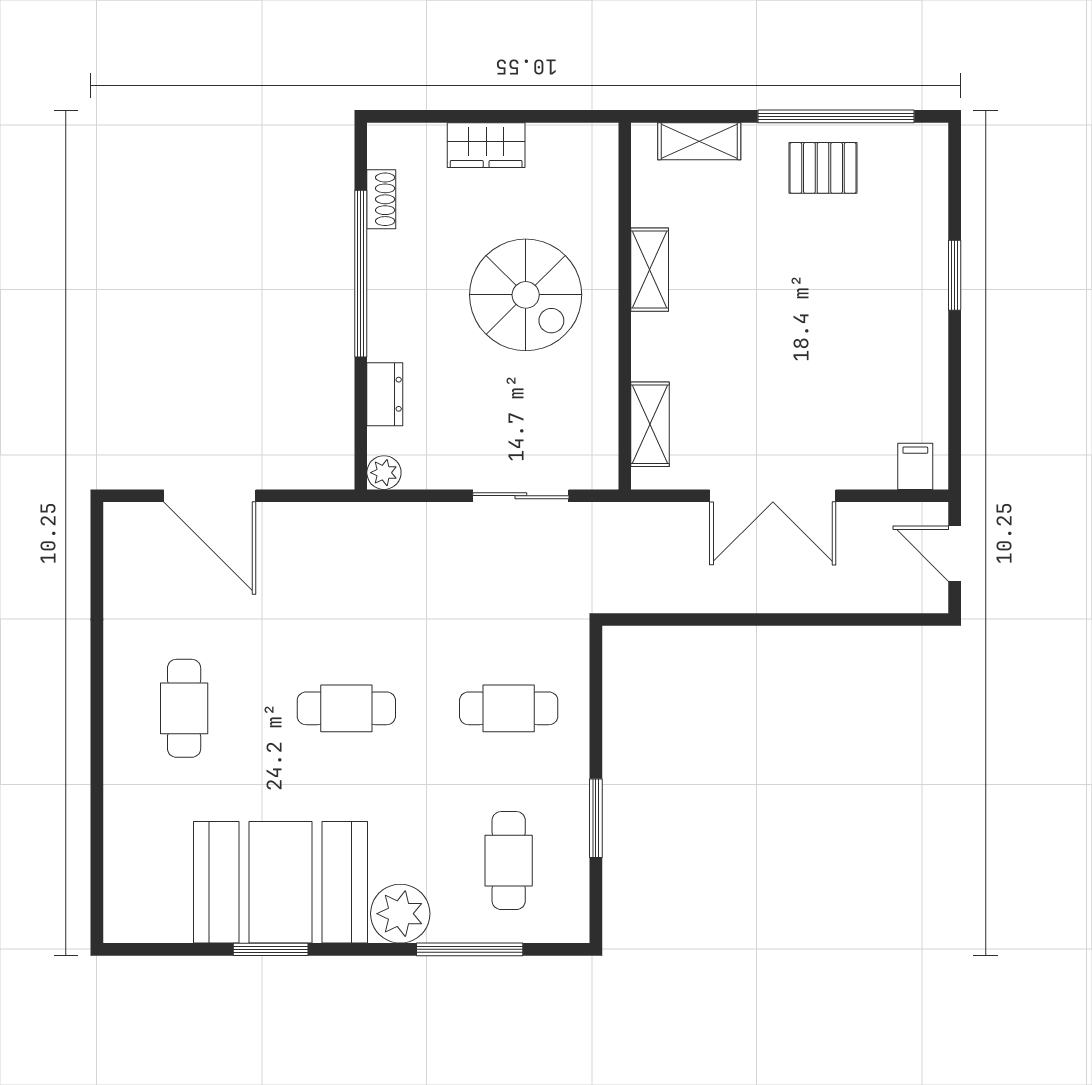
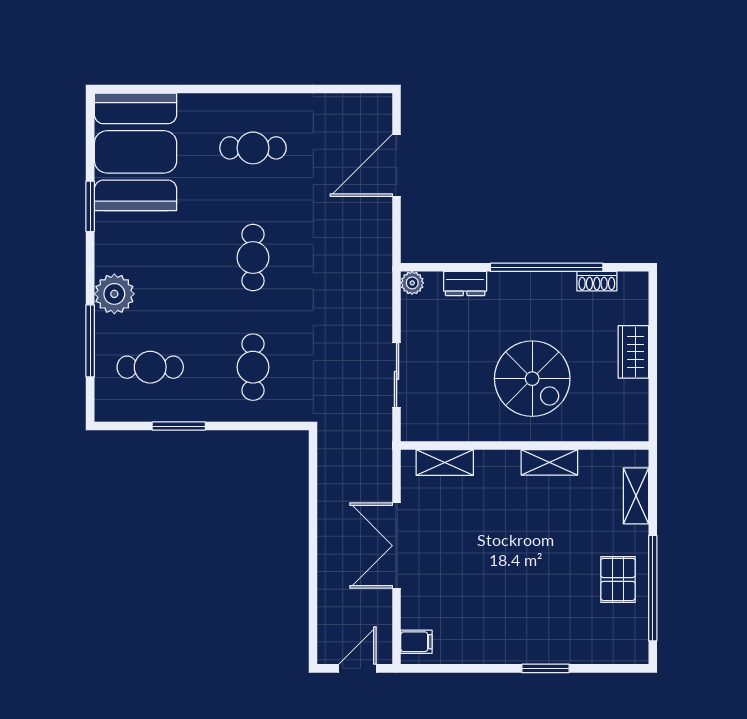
spiral stairs: (526, 295) -> (532, 379), turned -90
booth: (280, 882) -> (136, 152), moved

